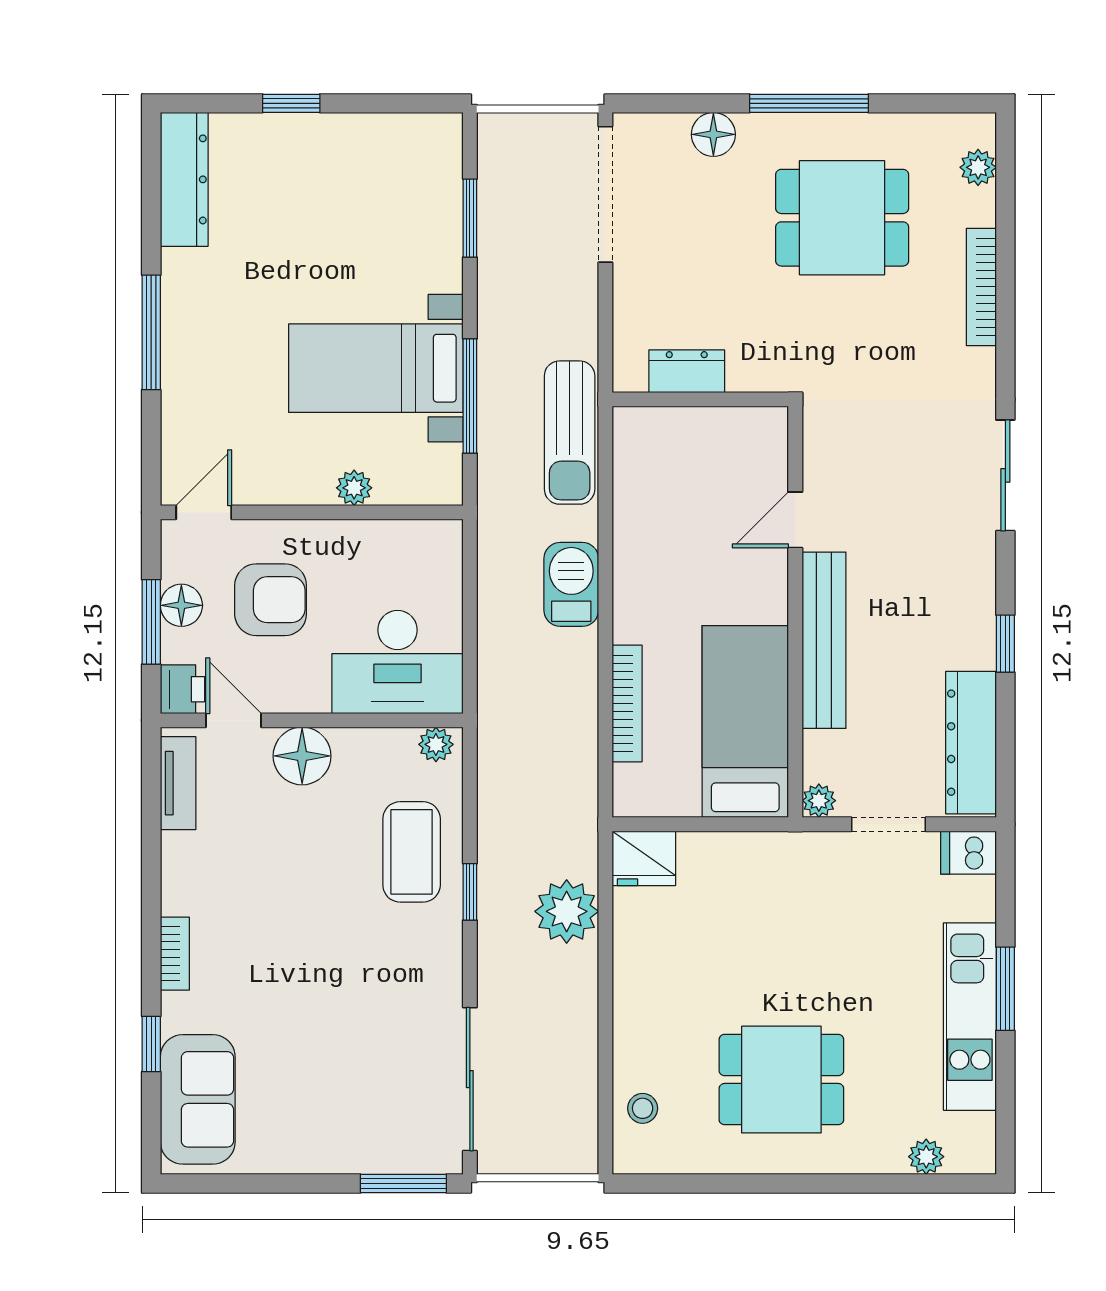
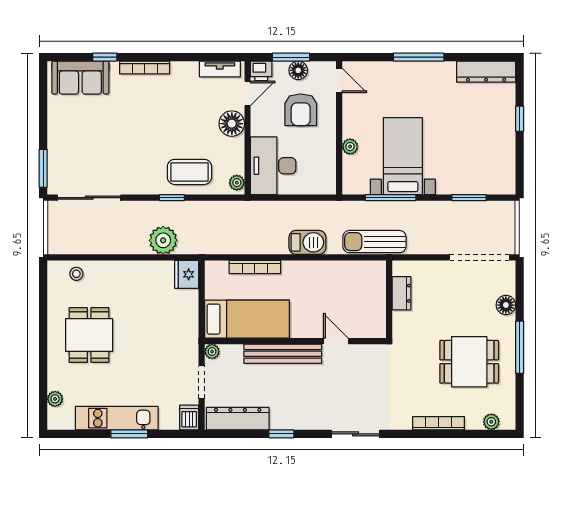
dining table: (842, 218) -> (469, 362), turned 90
bookcase: (175, 954) -> (145, 68), width x1.56

